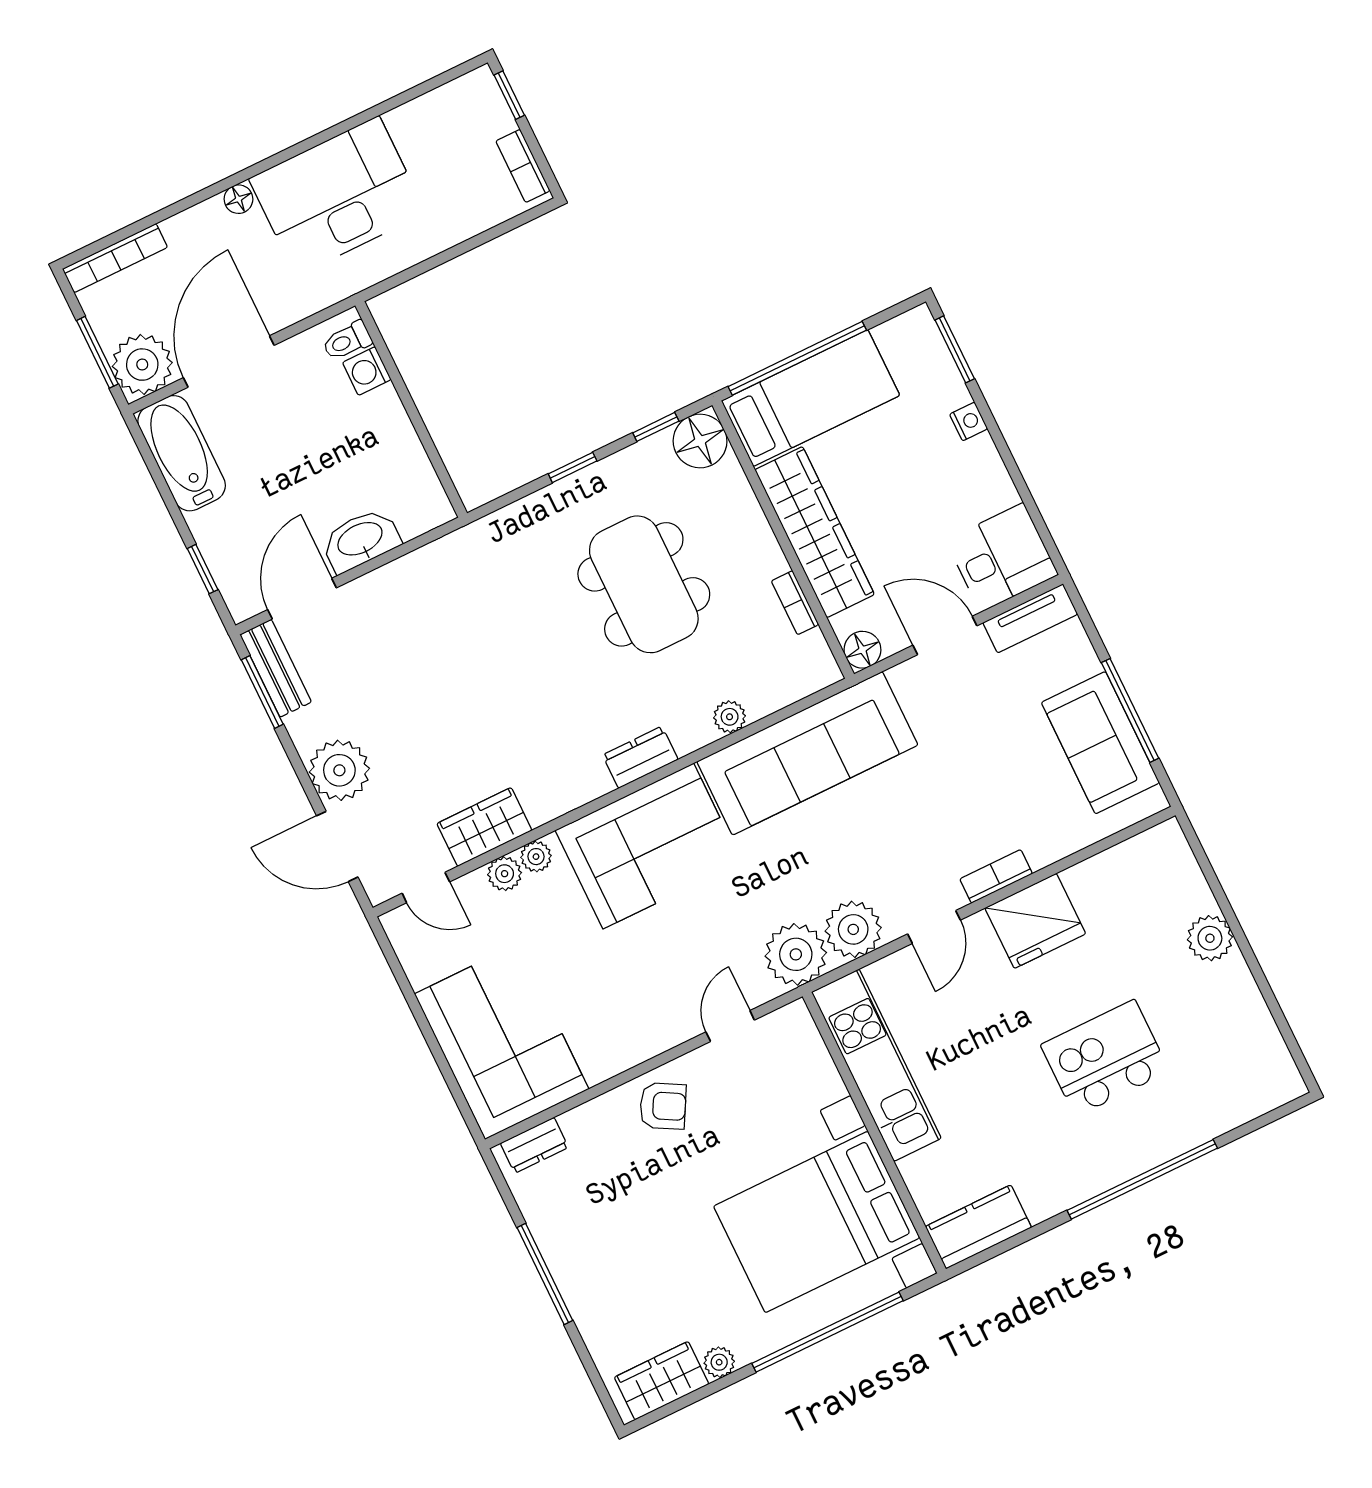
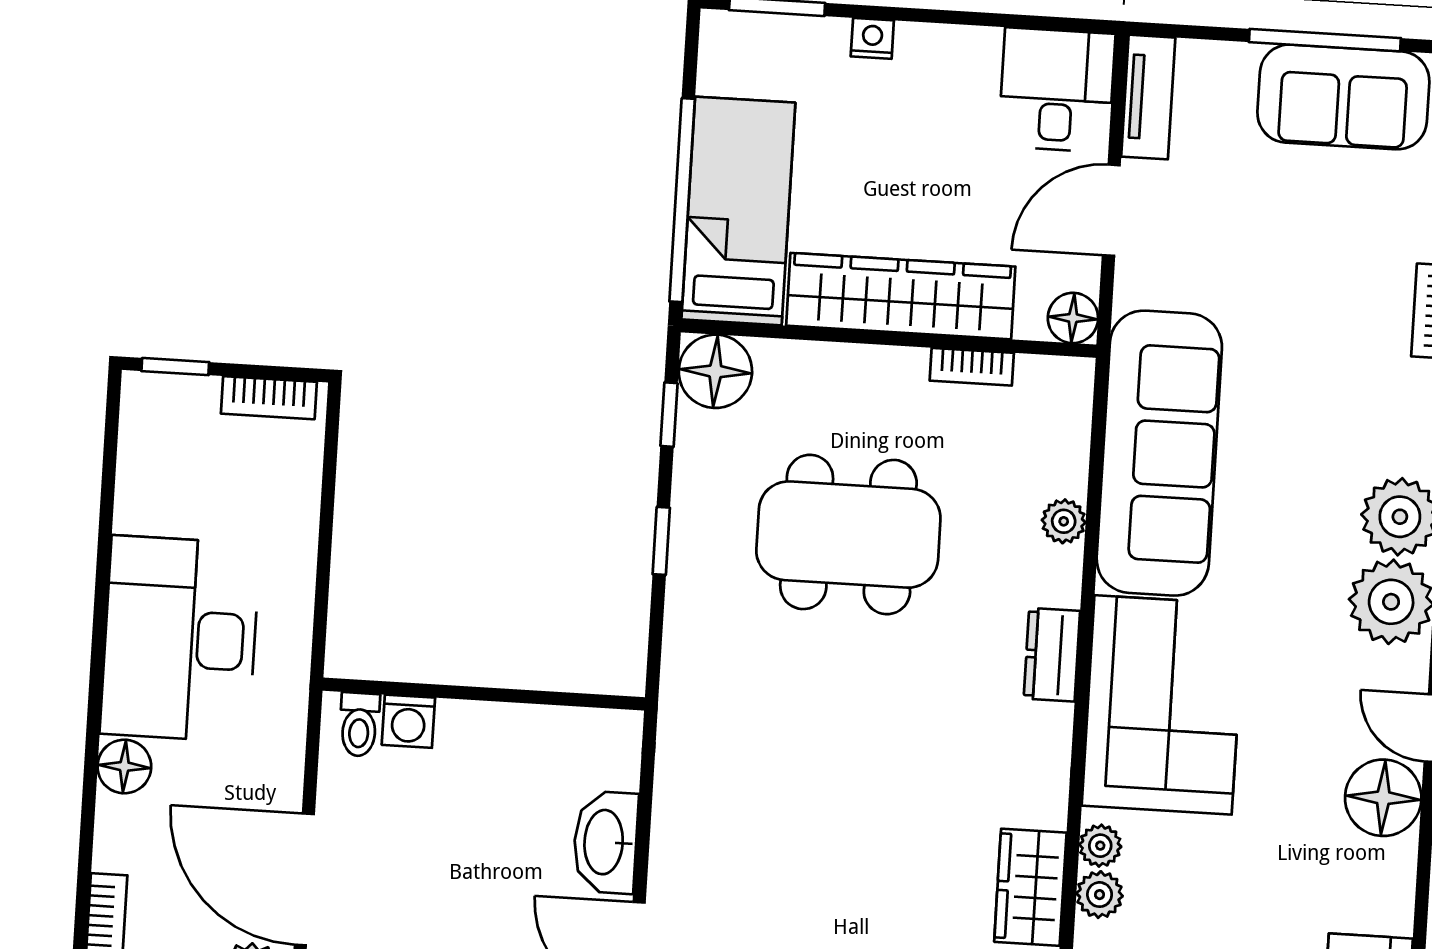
floor lamp: (238, 199) -> (124, 766), width x1.37, depth x1.37
floor lamp: (668, 1020) -> (1383, 798), added

